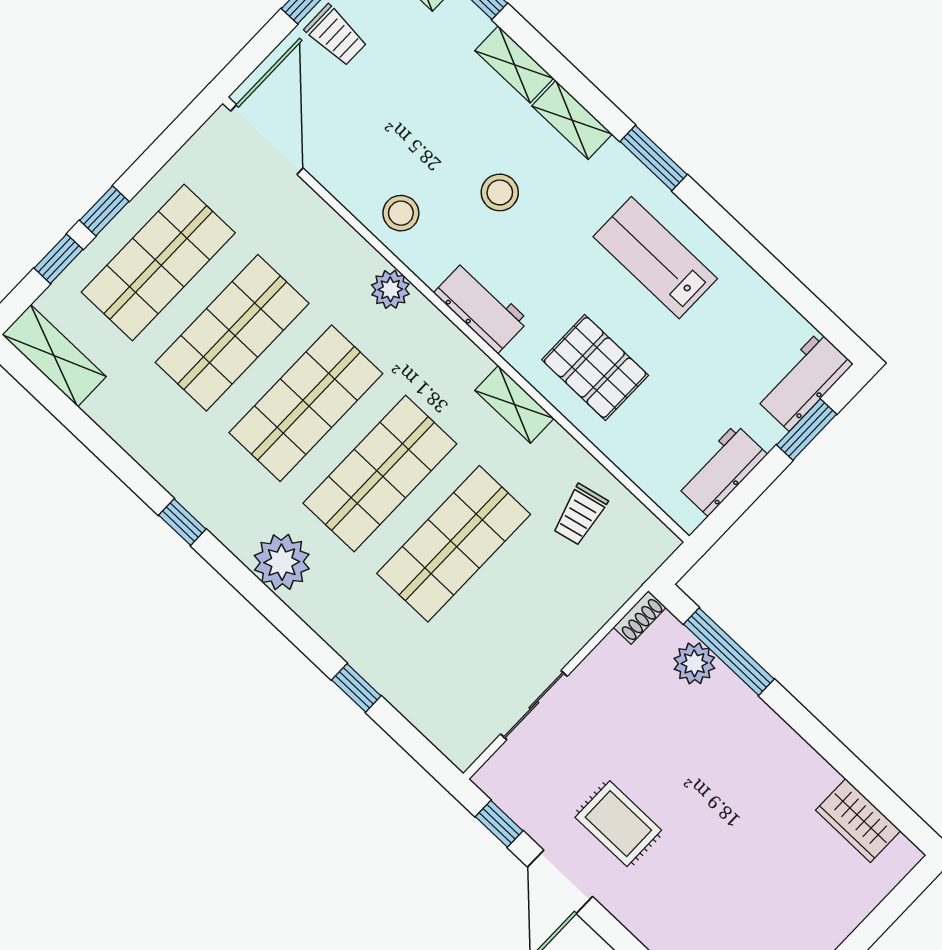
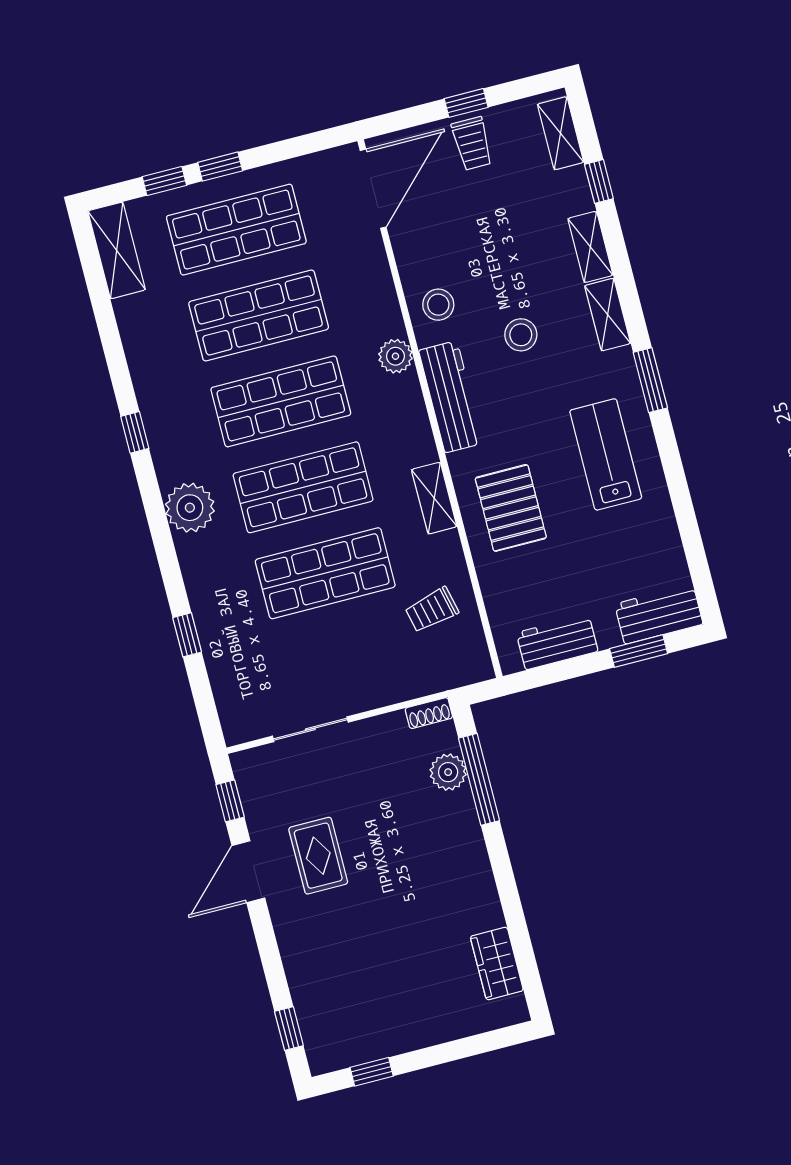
workbench: (481, 307) -> (451, 397), width x1.38

